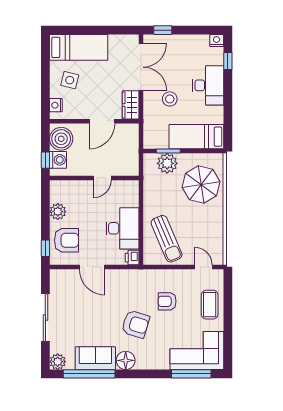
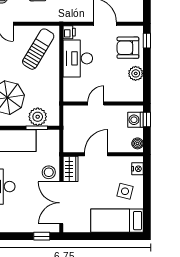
stool: (170, 99) -> (49, 172), moved
boiler: (61, 139) -> (137, 143), width x0.54, depth x0.54
sun lounger: (167, 239) -> (38, 49), turned 54

